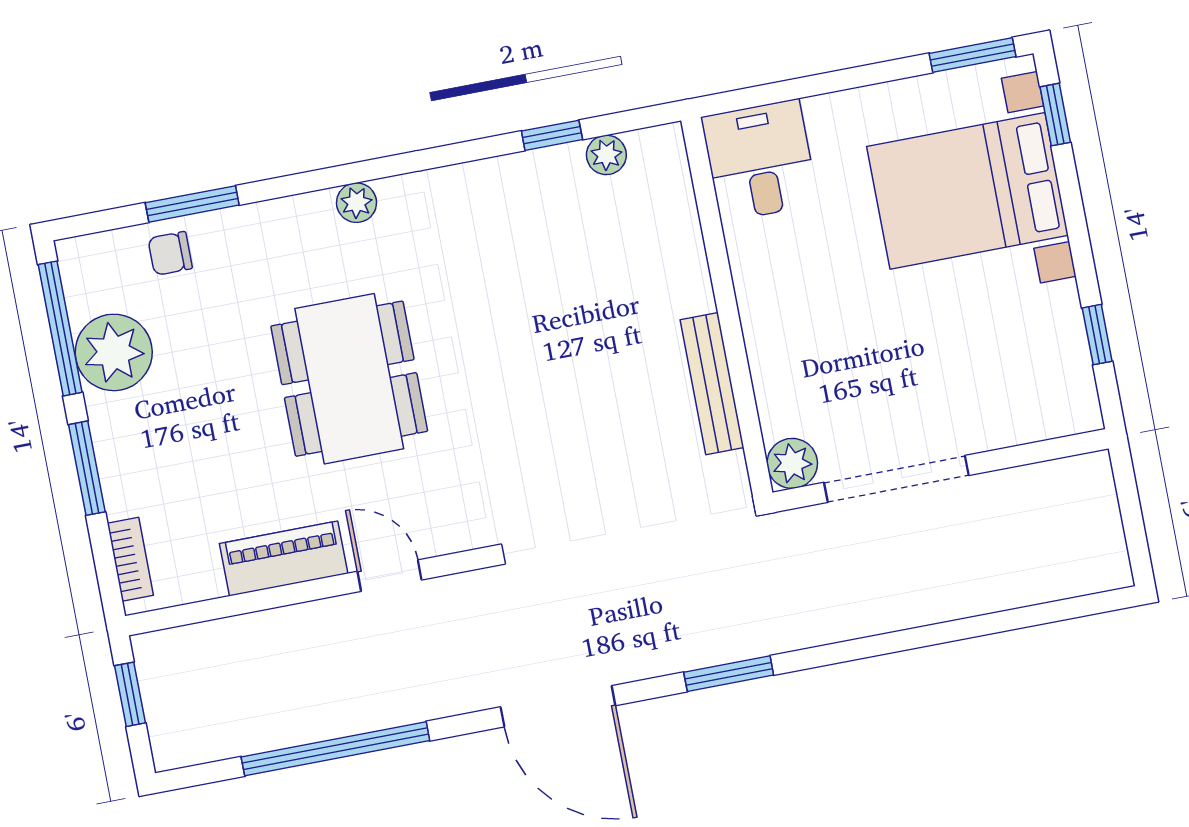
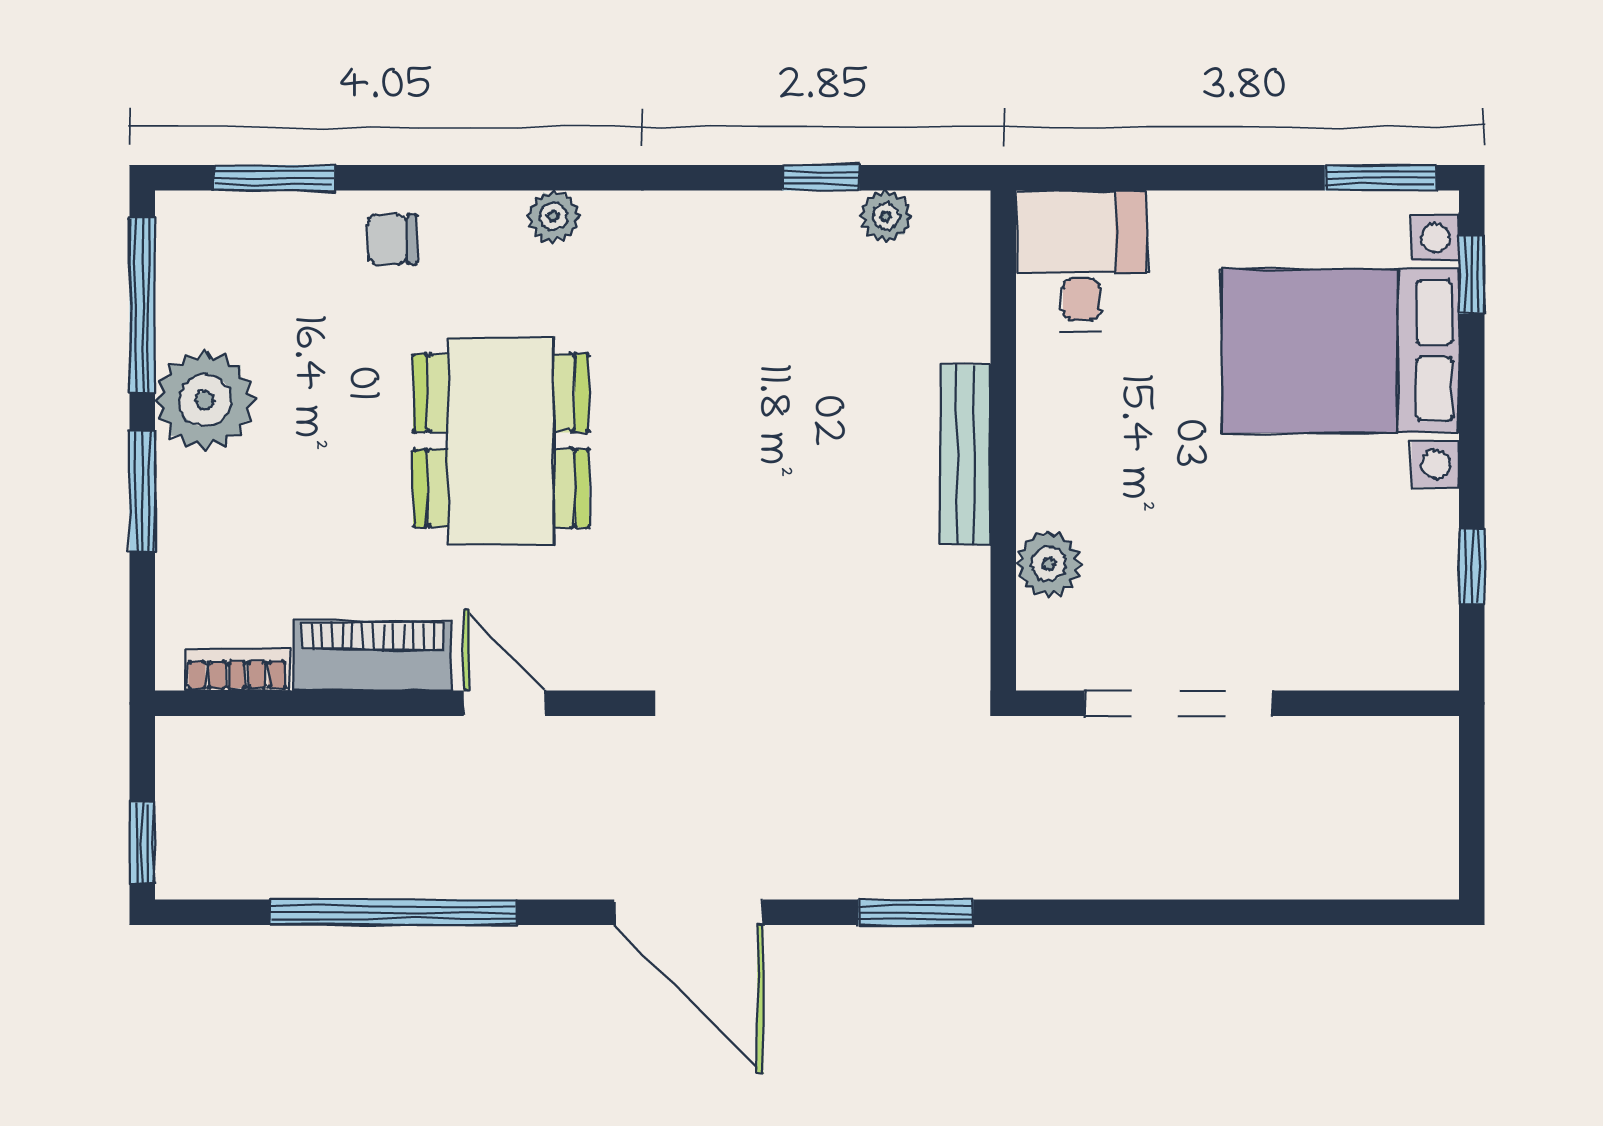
window: (192, 204) -> (274, 178), moved
chair: (170, 253) -> (392, 239), moved
plant: (114, 352) -> (205, 400), moved
bench: (712, 384) -> (965, 455), moved
plant: (792, 463) -> (1049, 564), moved
bookcase: (130, 559) -> (237, 670), moved, turned -90
window: (130, 694) -> (142, 843), moved

